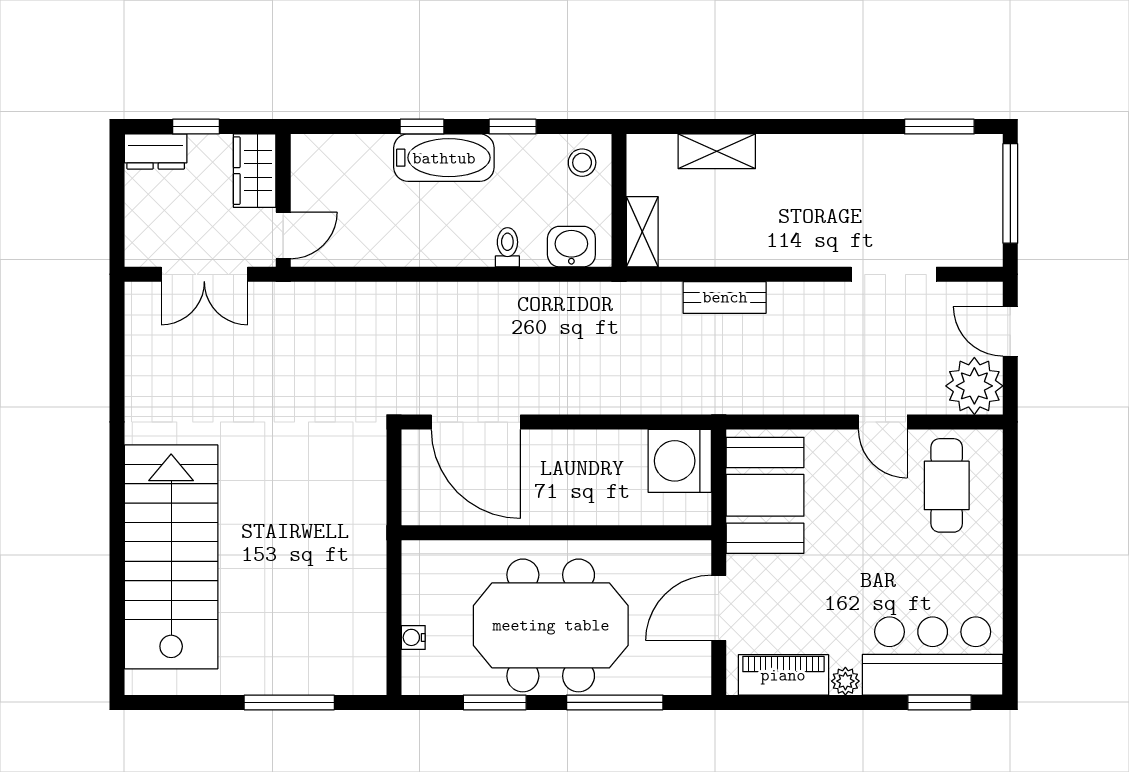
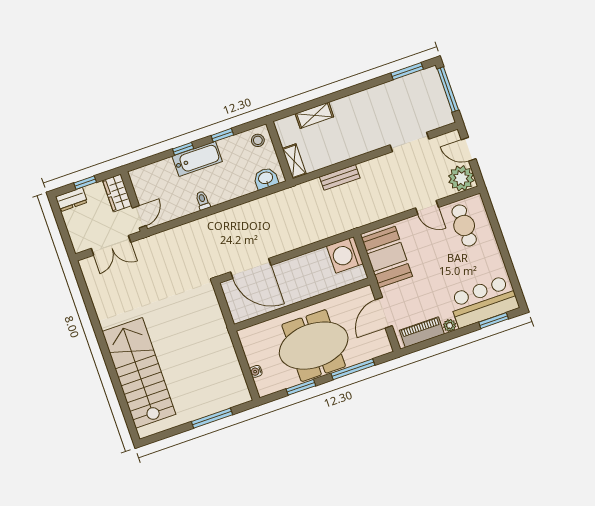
toilet: (507, 247) -> (203, 200), moved

